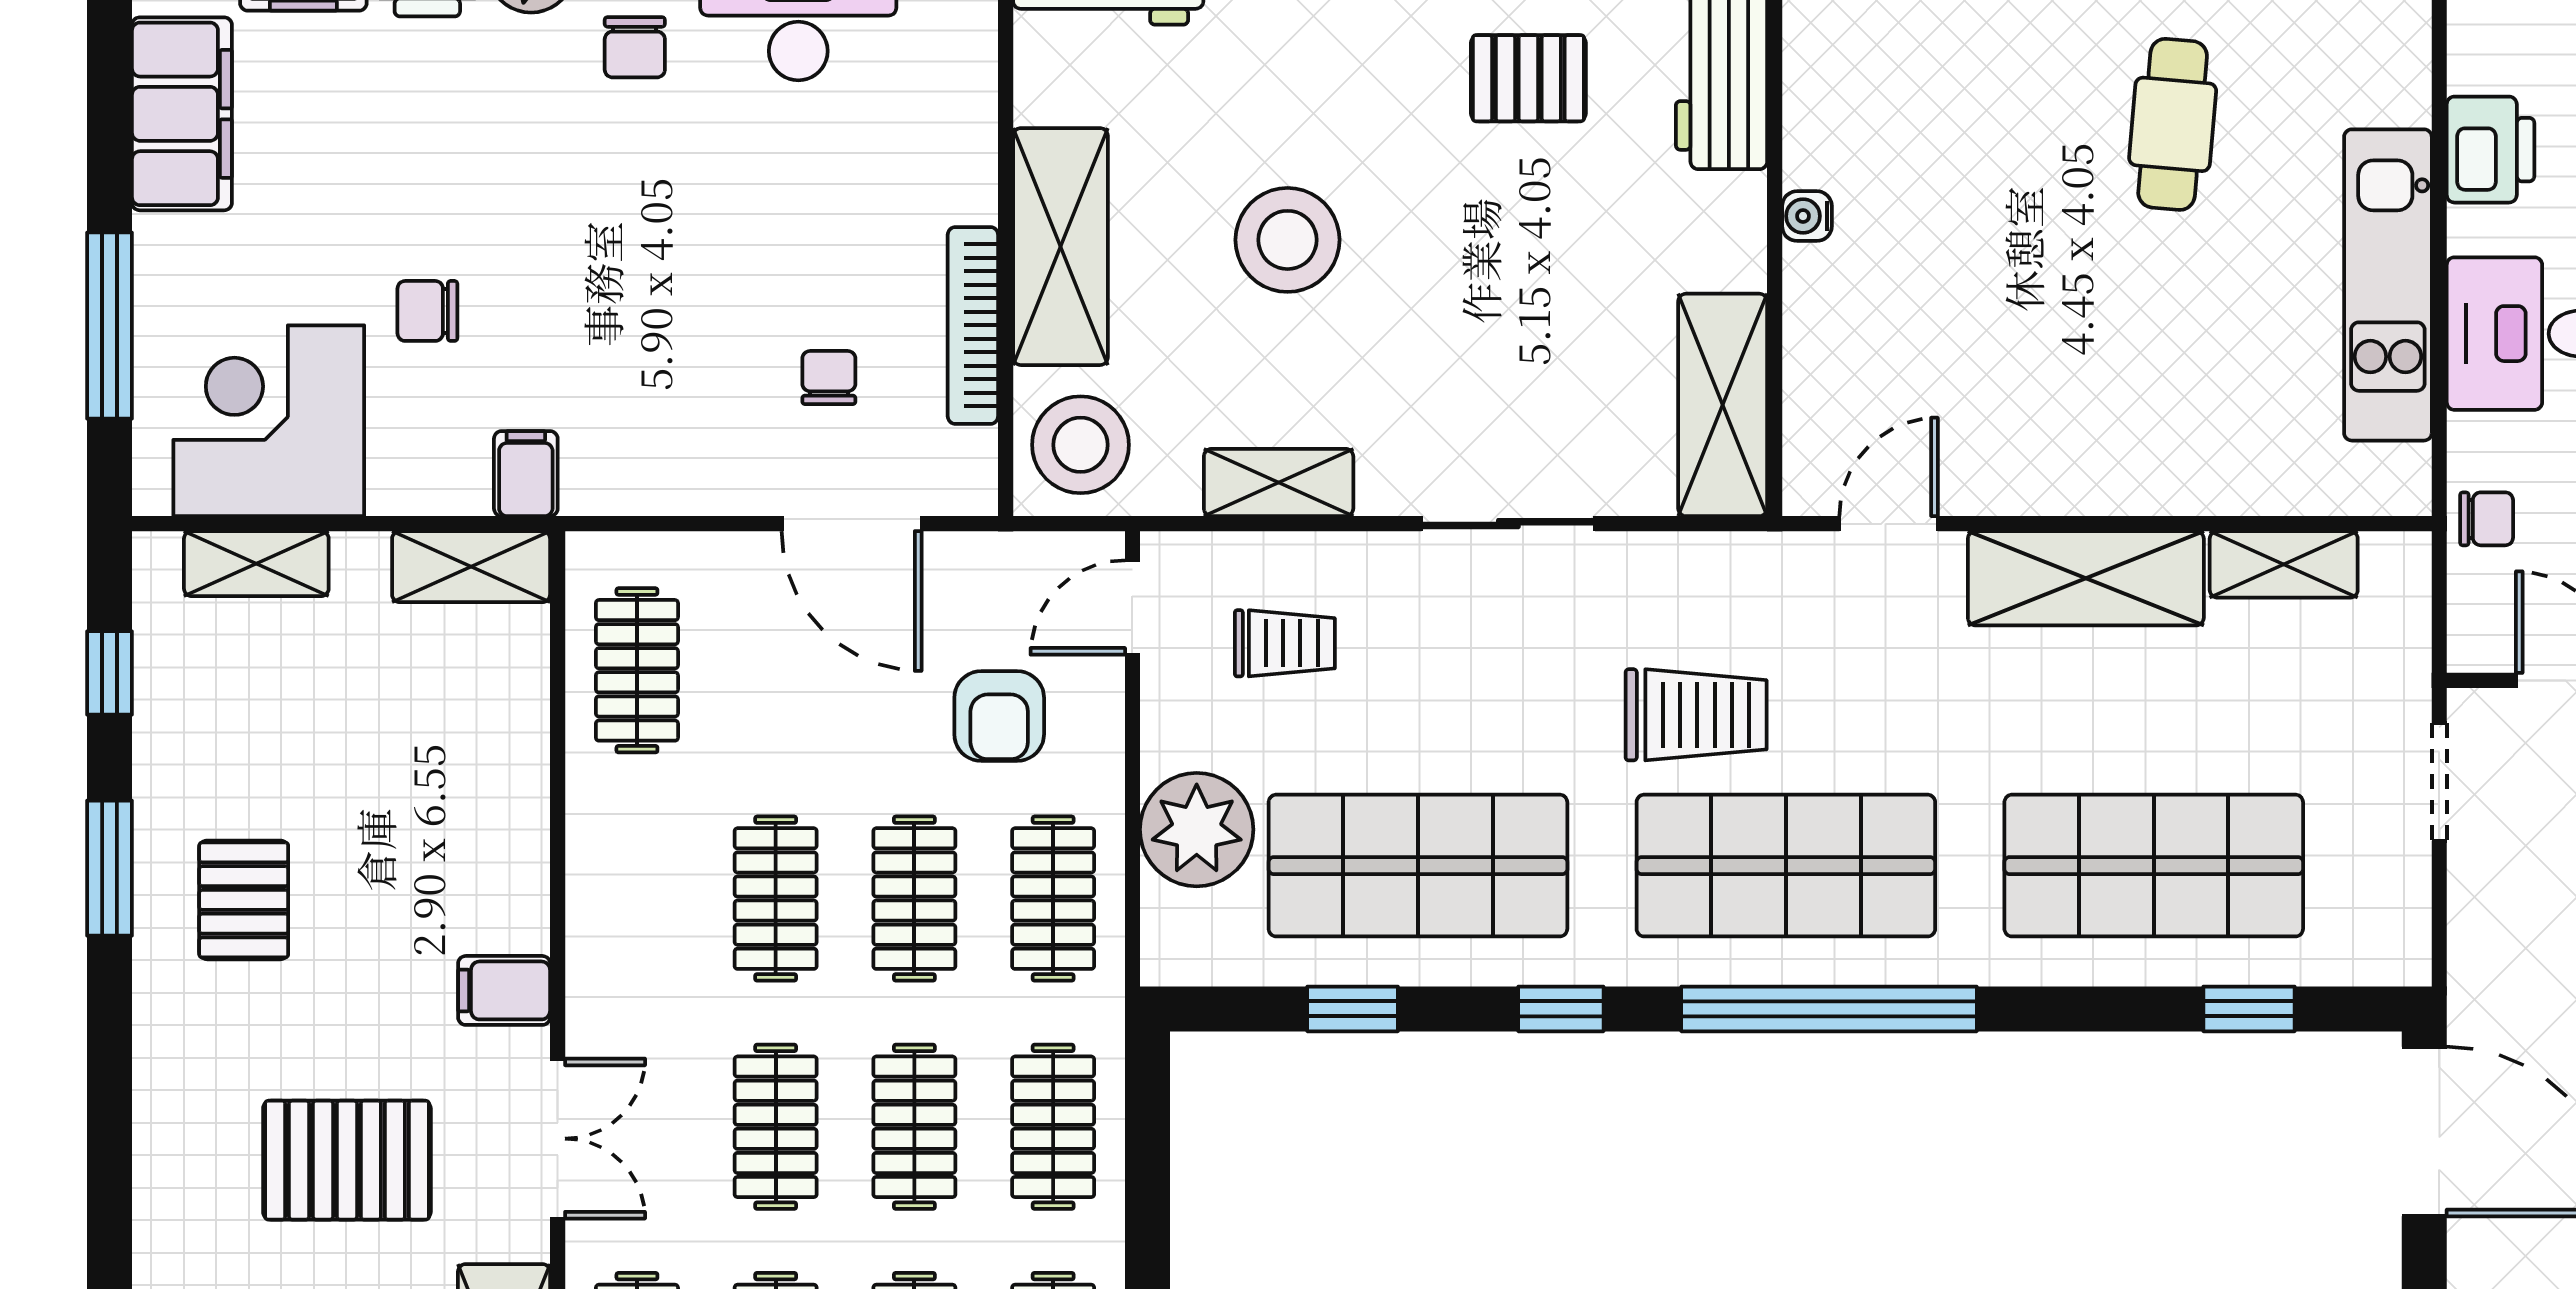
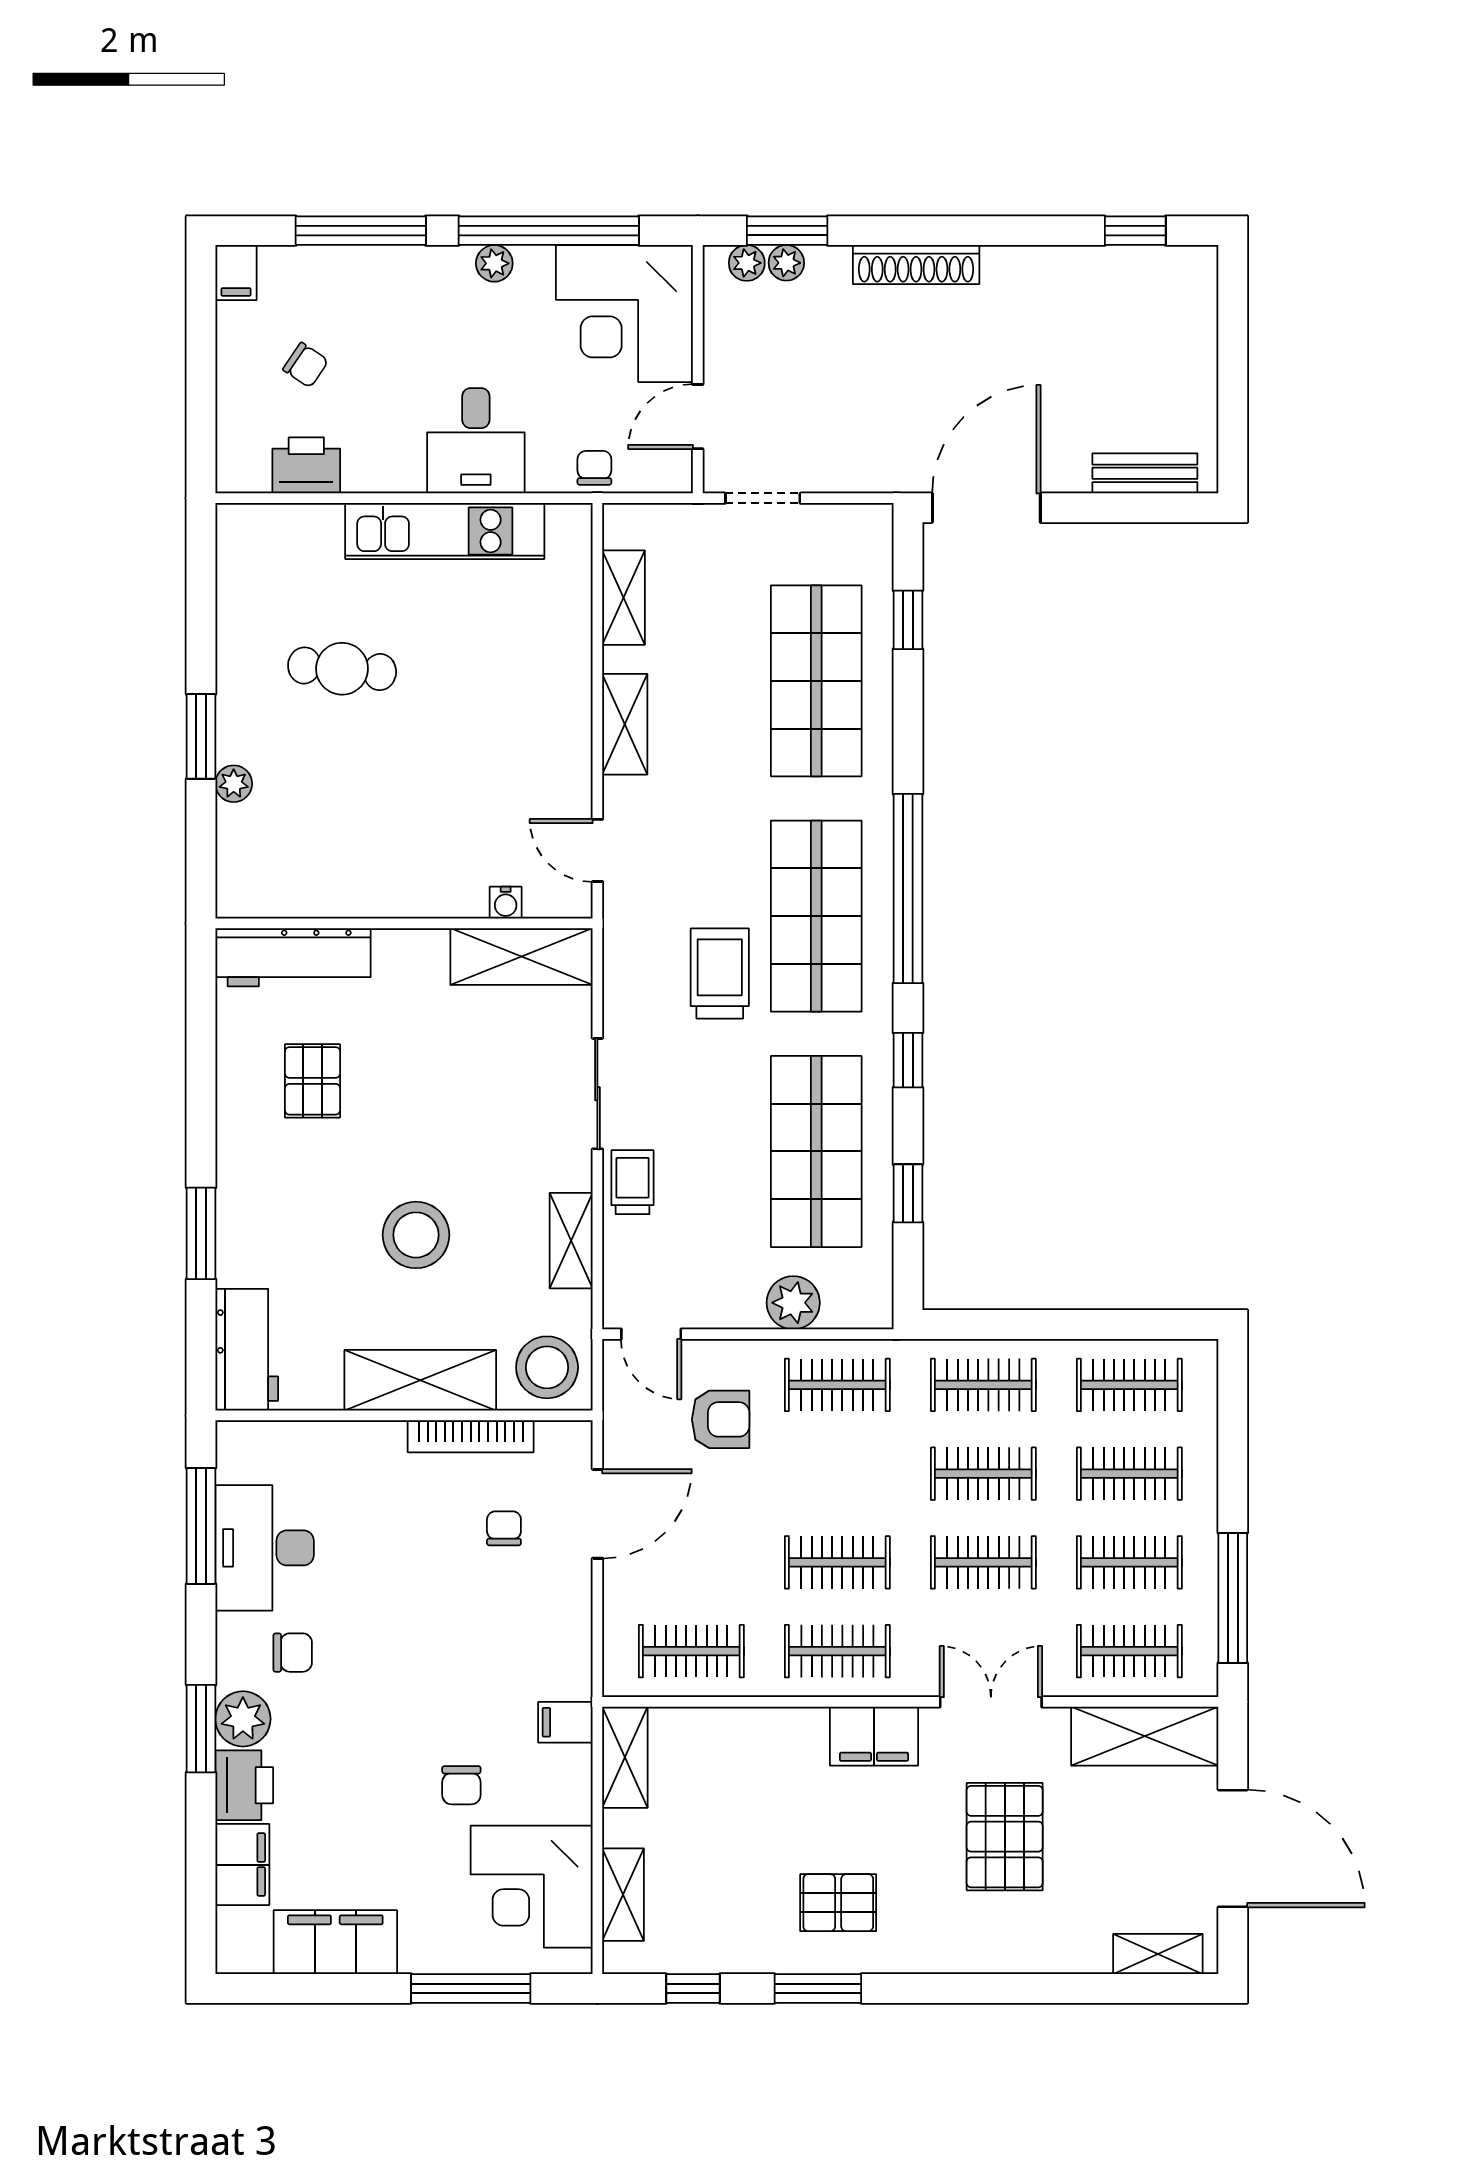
printer: (2490, 150) -> (306, 465), moved
water cooler: (1807, 216) -> (506, 903), moved
chair: (829, 378) -> (504, 1528), turned 90
shelving: (2086, 578) -> (625, 724), width x0.67, depth x0.75
trolley: (1285, 643) -> (633, 1182), moved
plant: (1197, 830) -> (793, 1303), width x0.73, depth x0.73
clothes rail: (914, 899) -> (837, 1651), moved
filing cabinet: (504, 990) -> (874, 1736), width x2.00

